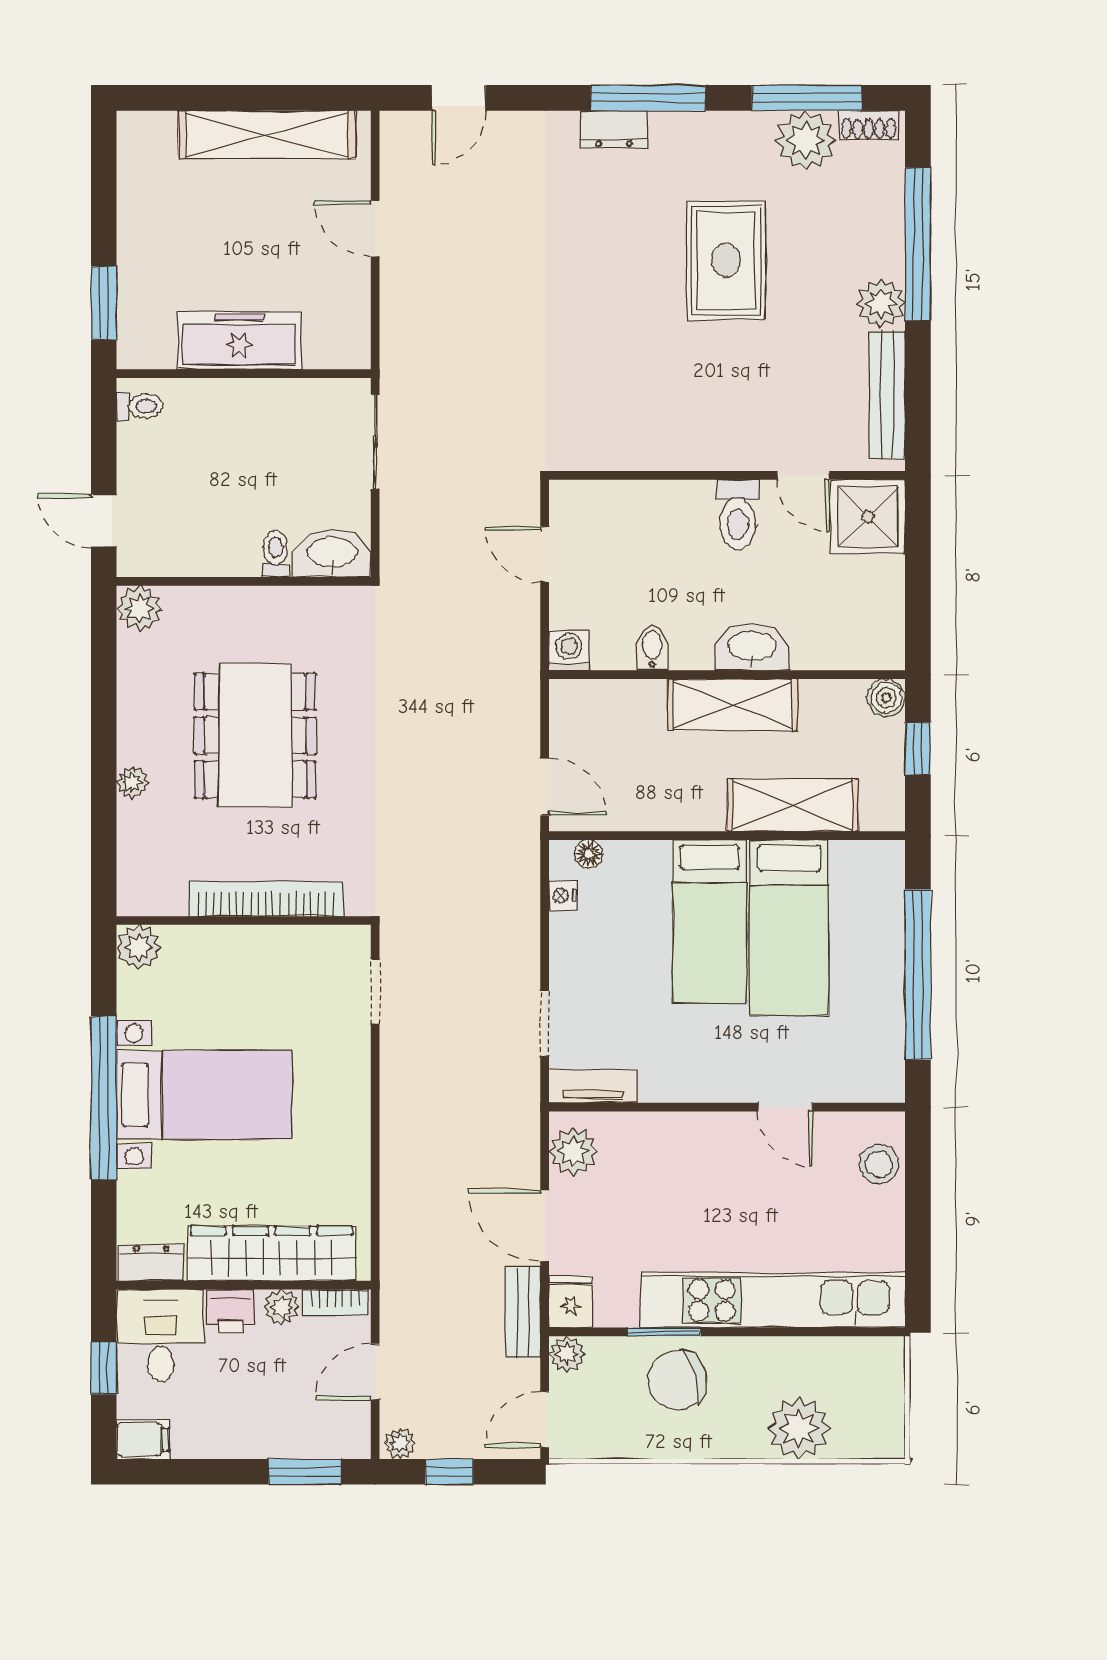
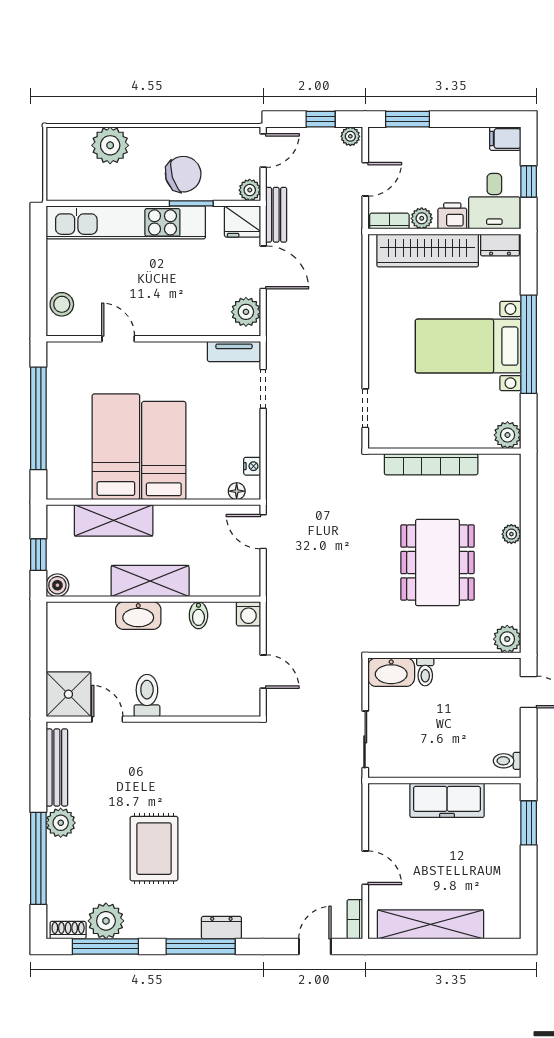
bookcase: (392, 143) -> (355, 919), added
fridge: (571, 1302) -> (242, 221), width x1.38

